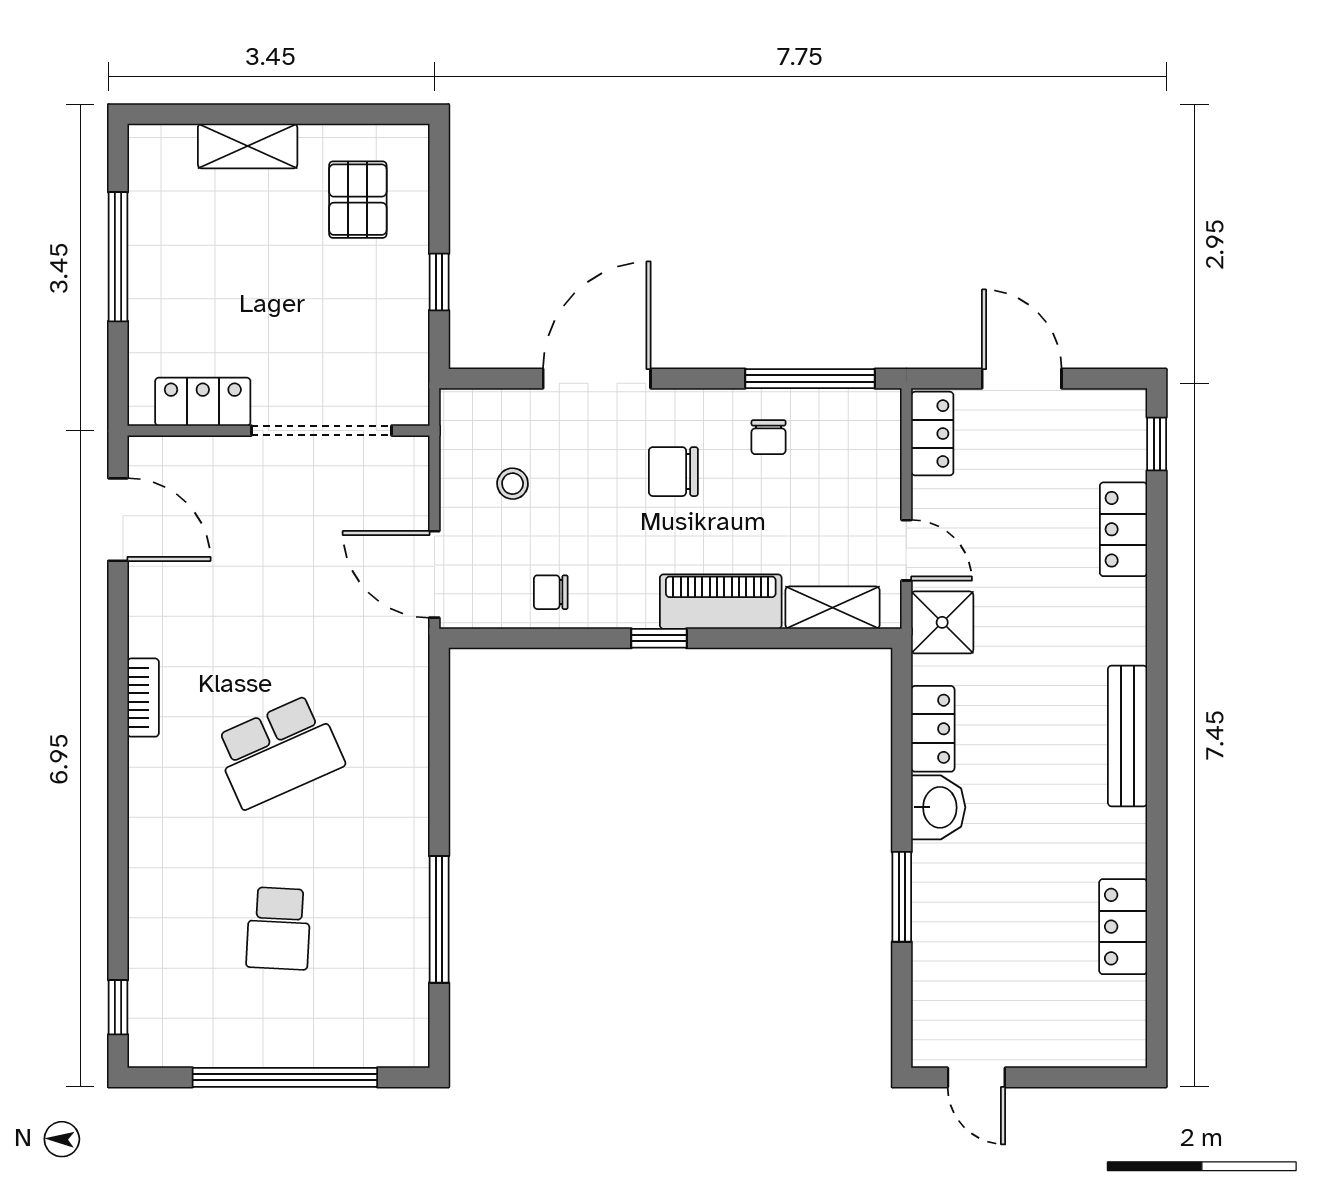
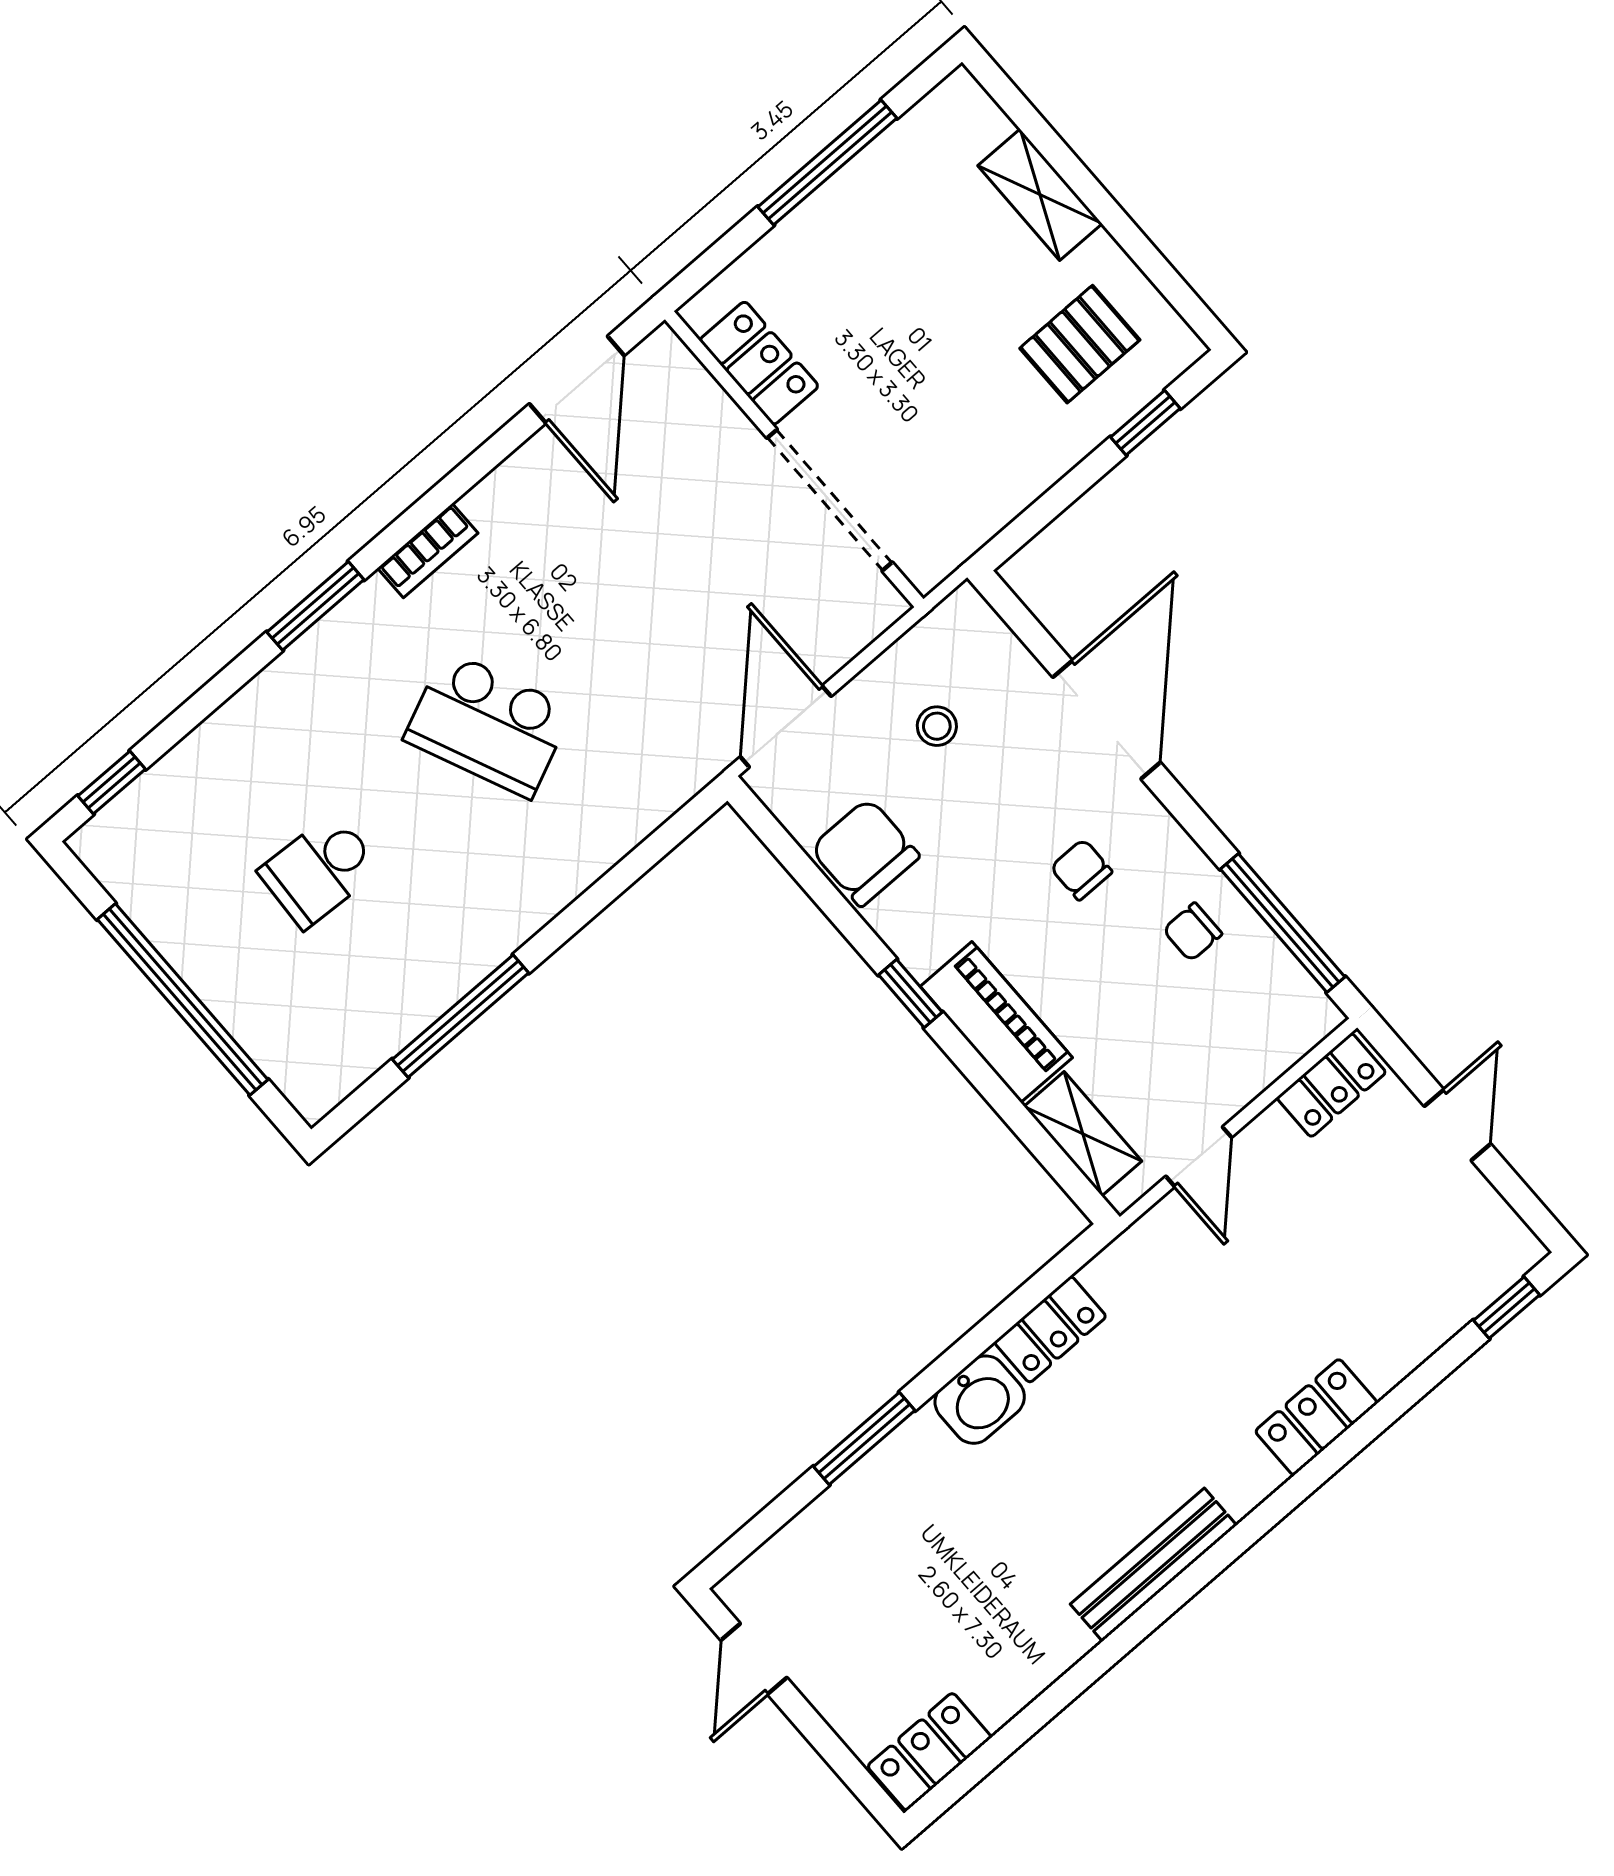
window: (439, 282) -> (1145, 423), moved
door: (597, 379) -> (1107, 720), hinge flipped
door: (1022, 379) -> (1458, 1125), width x0.73
chair: (673, 472) -> (1081, 870), width x0.73, depth x0.73
locker: (1123, 529) -> (1316, 1417), moved
chair: (551, 592) -> (865, 852), width x1.87, depth x1.87
shower: (942, 622) -> (1159, 1250), removed
bench: (1128, 736) -> (1154, 1565), moved
window: (118, 794) -> (315, 606), added
locker: (1123, 927) -> (929, 1752), moved

